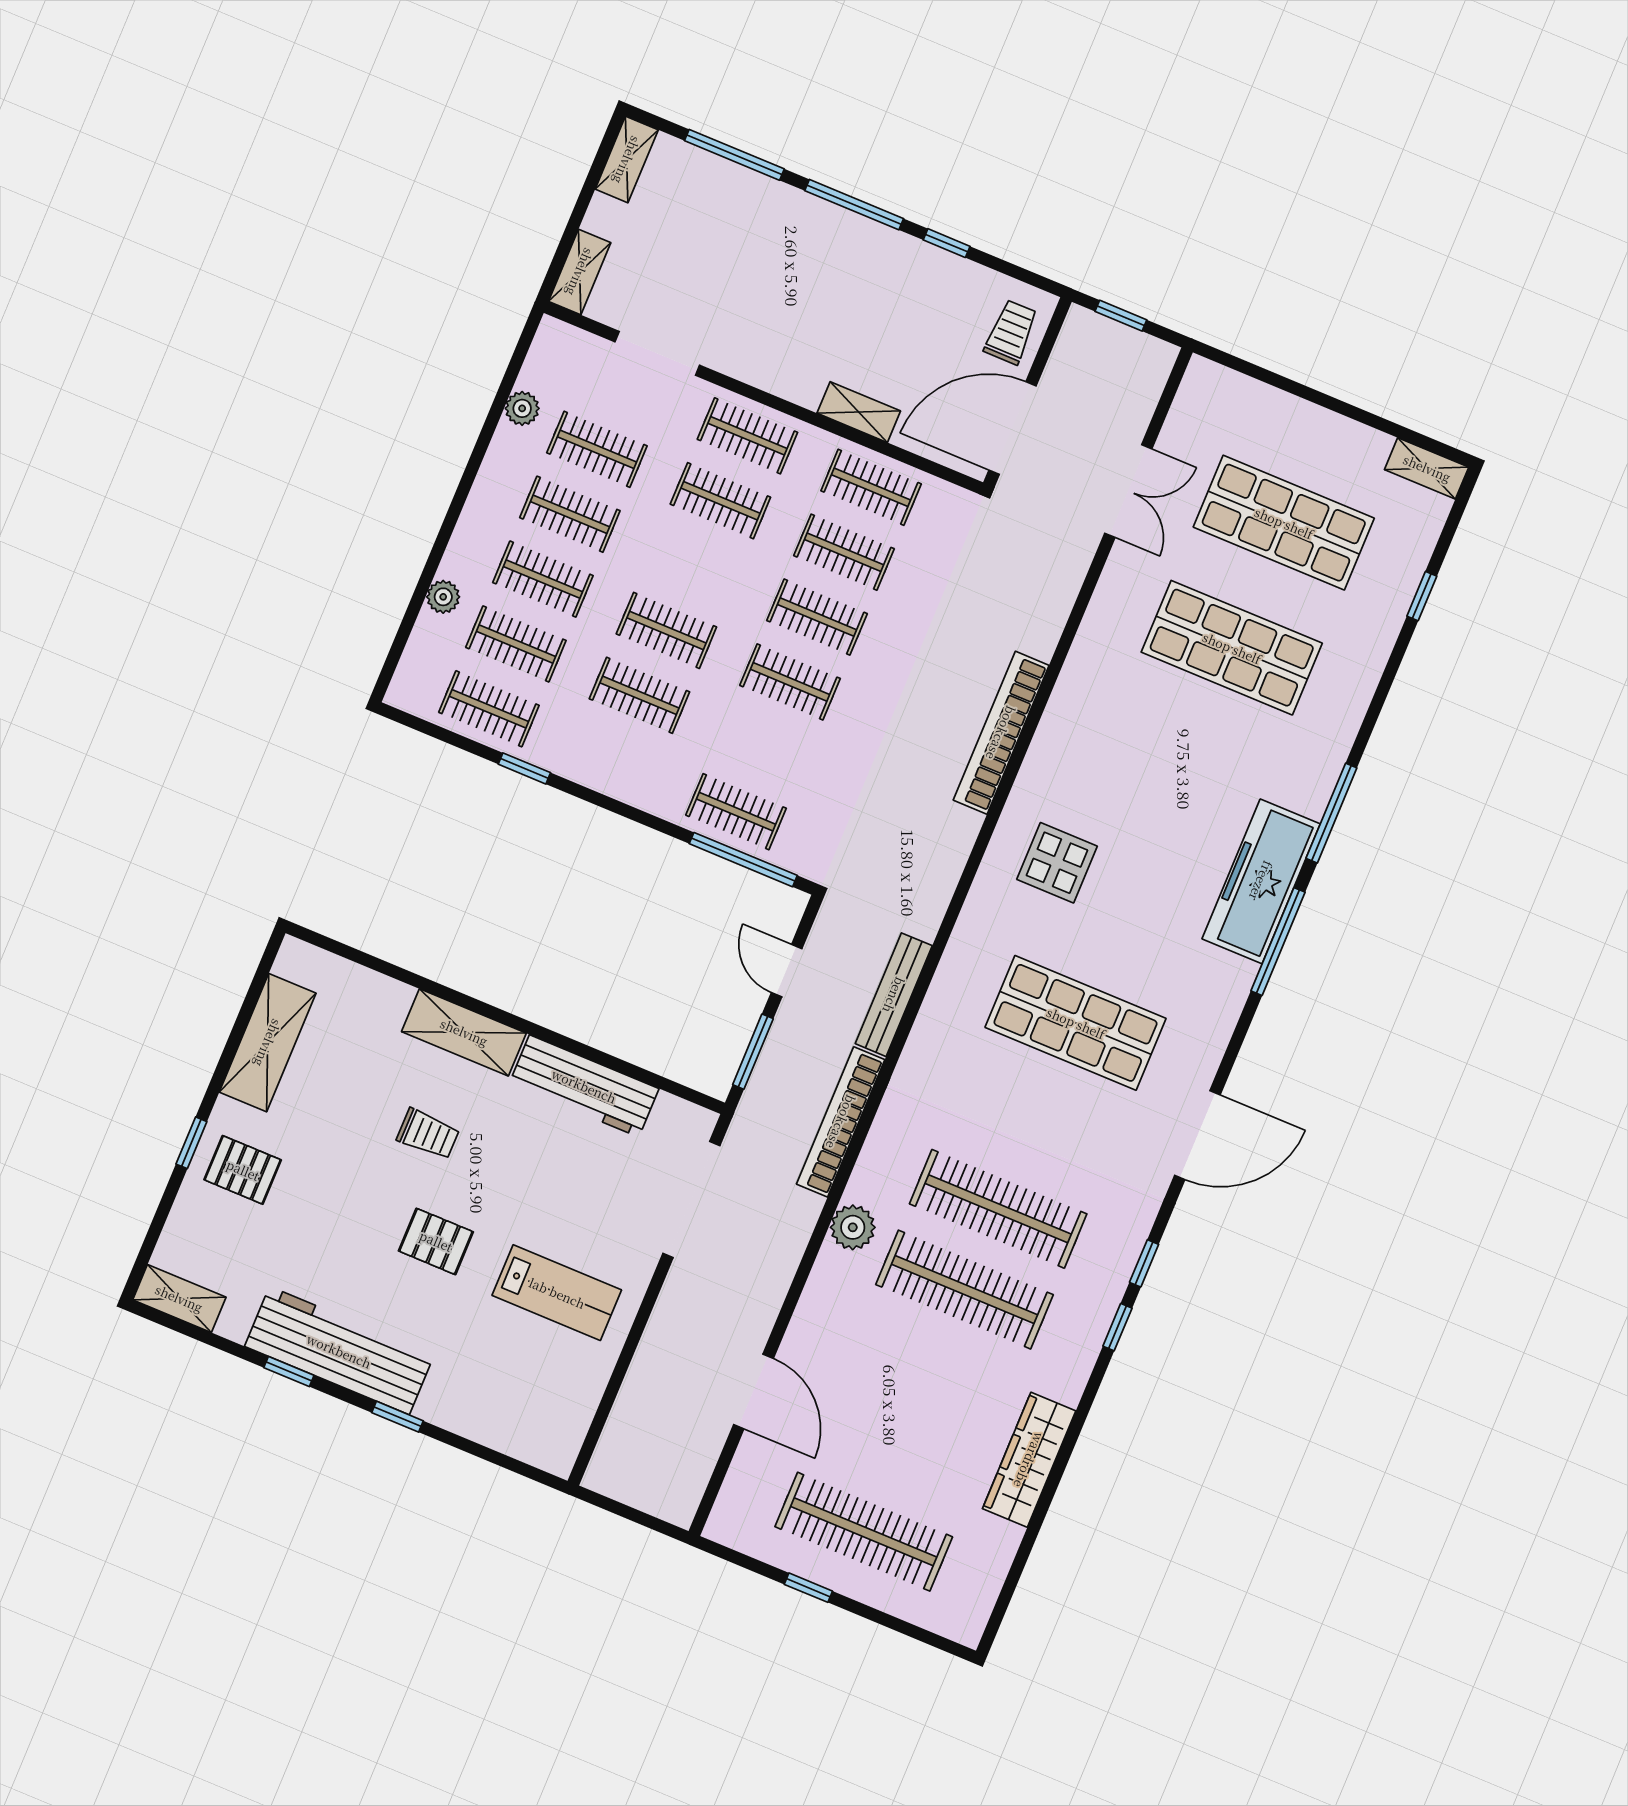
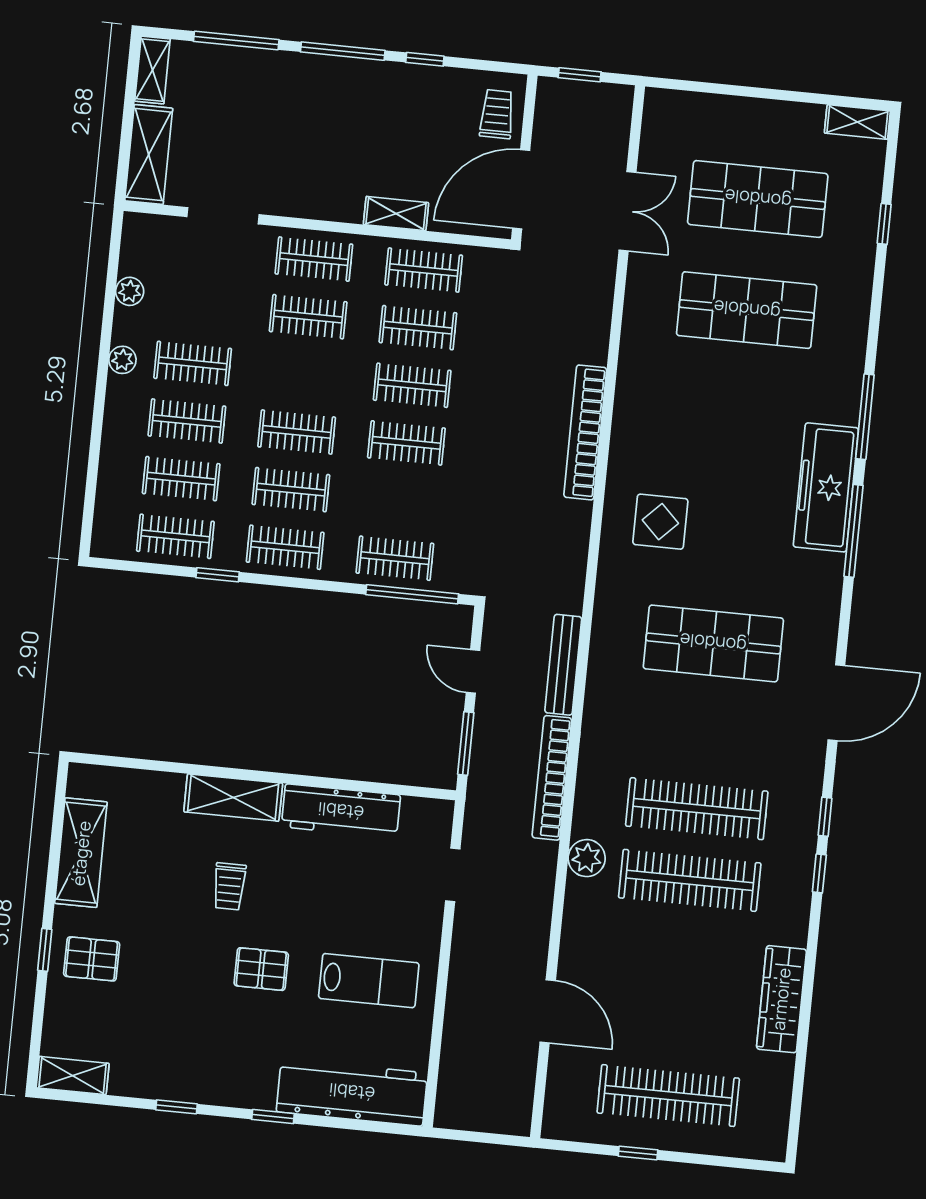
shelving: (580, 272) -> (149, 155), width x1.50, depth x1.33
clothes rail: (597, 449) -> (285, 547), moved
plant: (443, 597) -> (122, 360), moved
trolley: (428, 1134) -> (229, 886), turned 90
doorway: (691, 1200) -> (453, 875), width x0.53
workbench: (339, 1351) -> (352, 1092), moved

